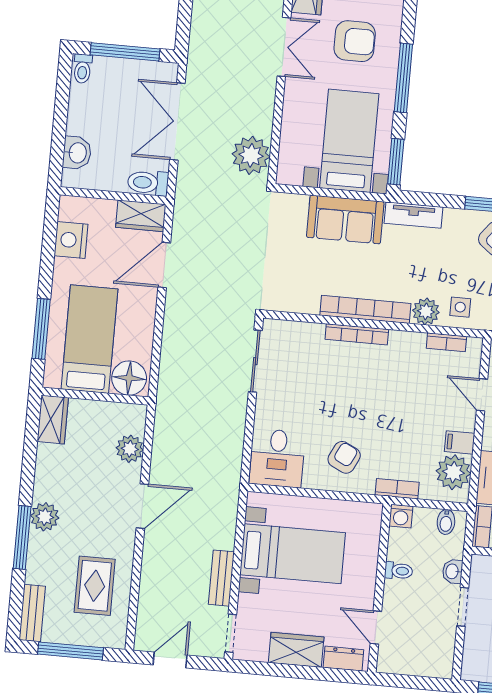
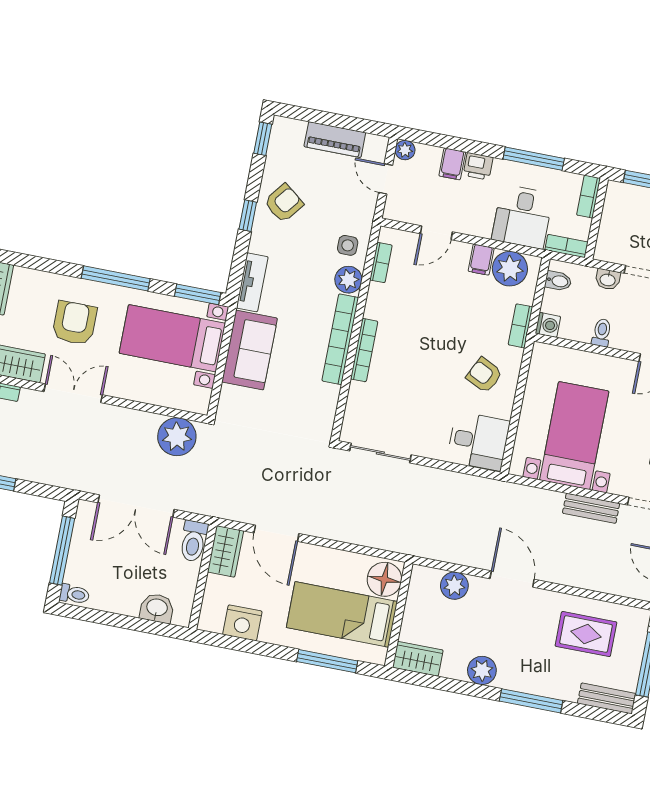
plant: (45, 517) -> (482, 670), moved

